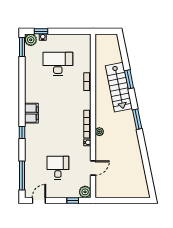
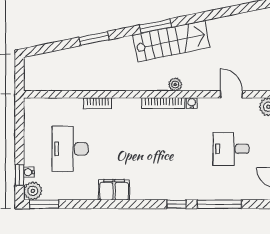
stairs: (119, 87) -> (171, 41), moved
filing cabinet: (31, 113) -> (114, 190), moved
window: (22, 175) -> (219, 204), moved

